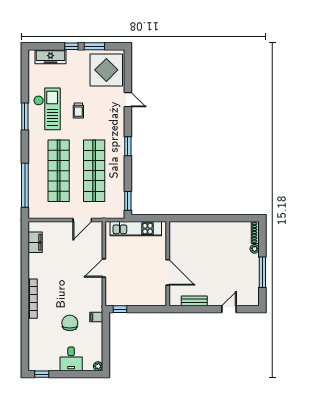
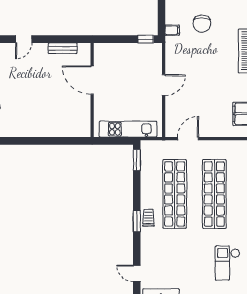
checkout: (47, 109) -> (227, 263), width x0.73, depth x0.83
trolley: (78, 111) -> (148, 218), moved

